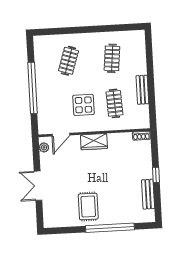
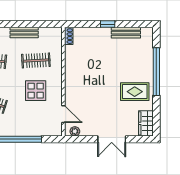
wardrobe: (94, 142) -> (146, 123), moved, turned 180

